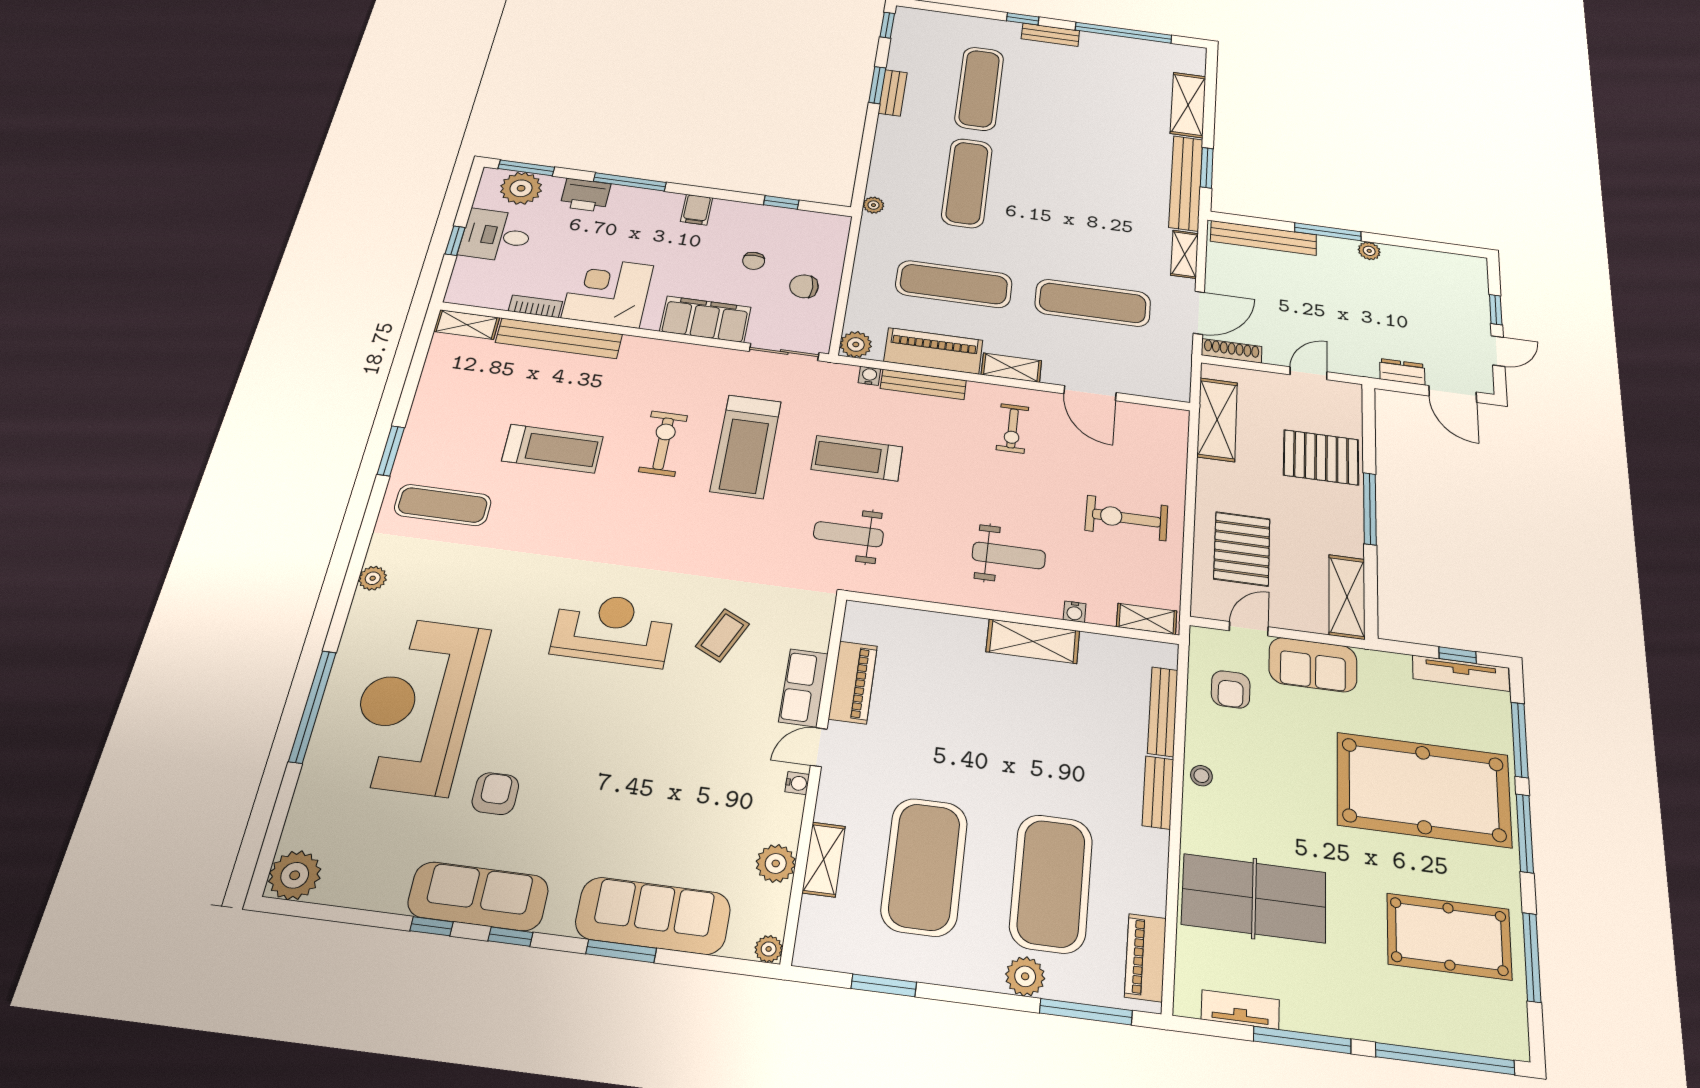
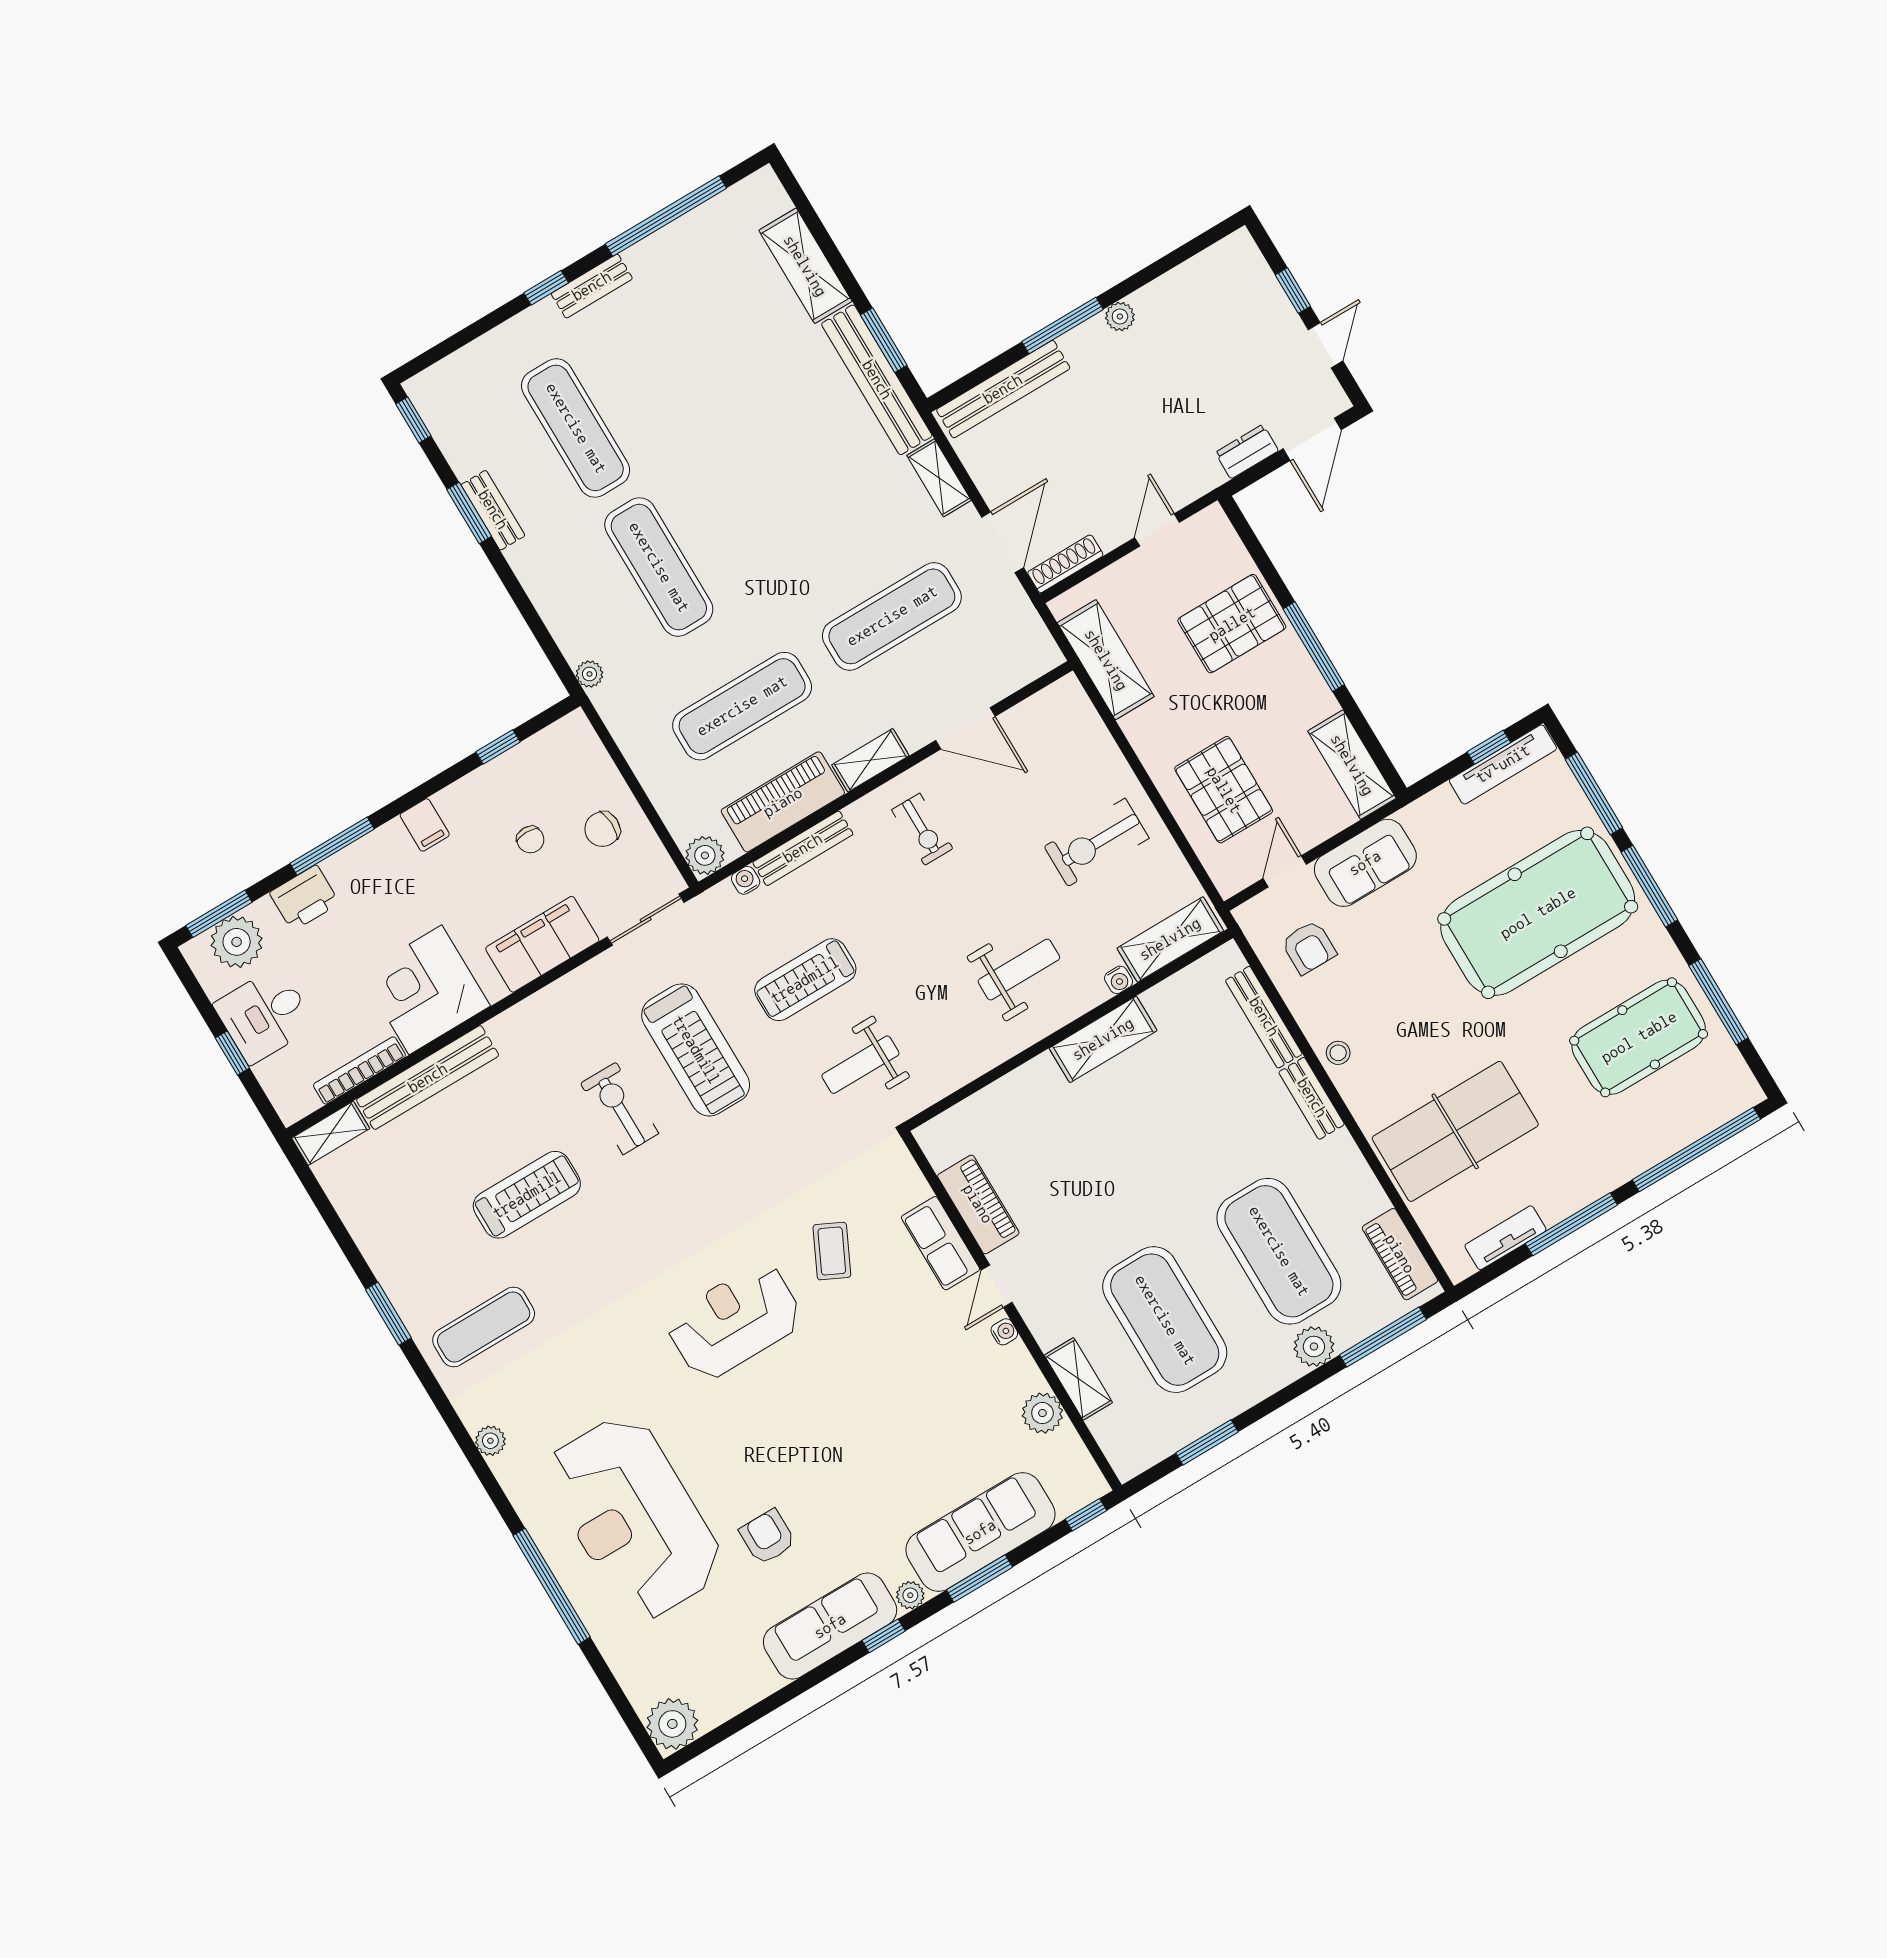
bookcase: (535, 306) -> (359, 1070), width x1.56
door: (1453, 394) -> (1312, 439), hinge flipped
shelving: (1147, 619) -> (1170, 939), width x1.50, depth x1.33
window: (432, 926) -> (1086, 1515), moved
plant: (769, 949) -> (910, 1595), moved

